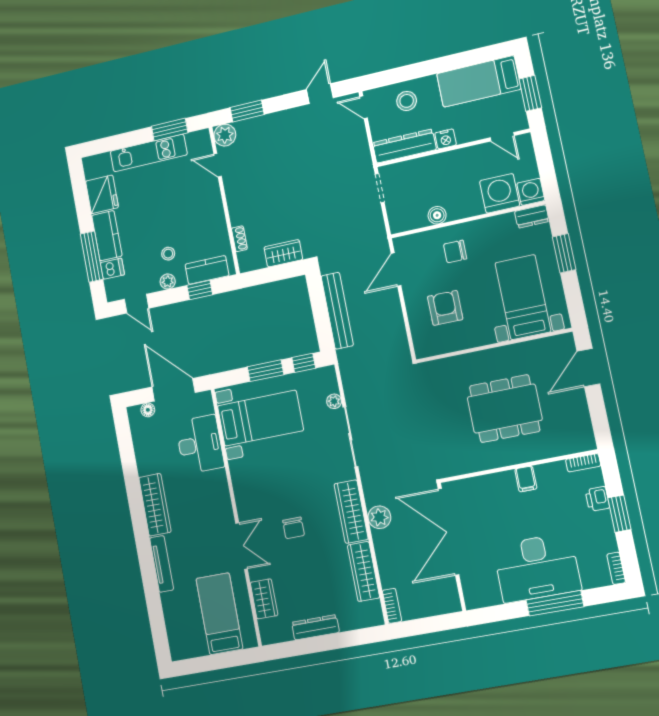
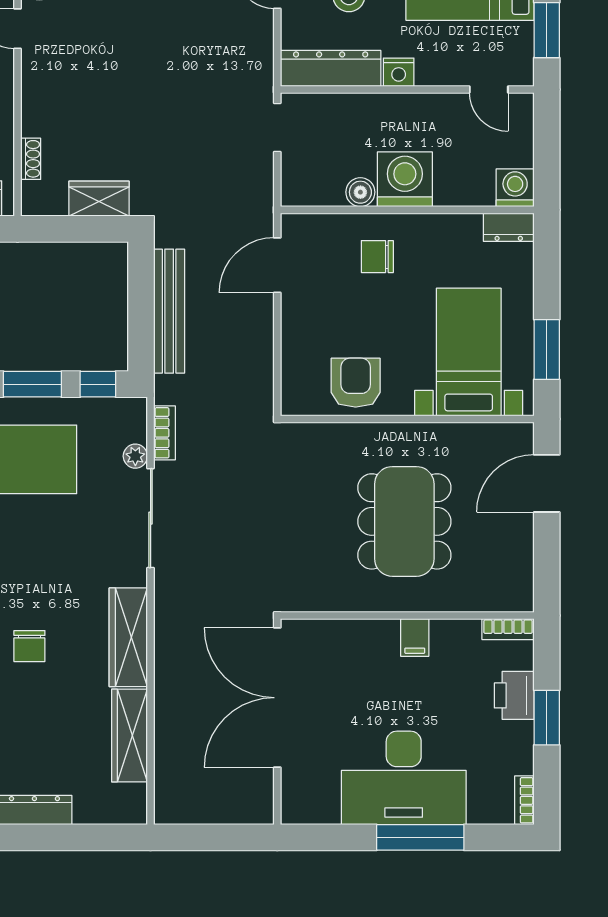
washing machine: (500, 193) -> (405, 179), moved
window: (564, 253) -> (547, 349), moved
armchair: (445, 308) -> (356, 383), moved
dining table: (505, 409) -> (404, 521), turned 90
printer: (597, 499) -> (514, 695), width x1.36, depth x1.24
plant: (379, 517) -> (172, 655), removed
bookcase: (392, 606) -> (165, 433), moved

